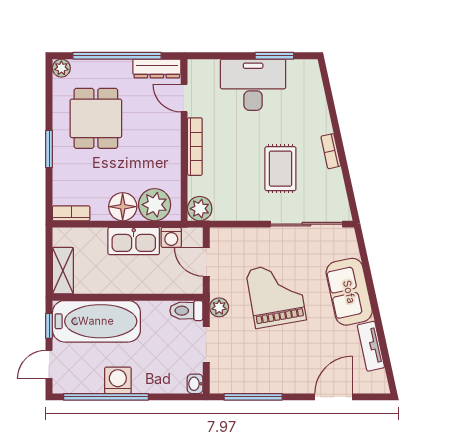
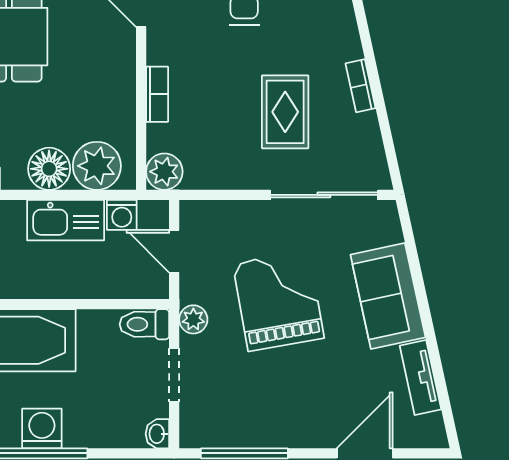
bookcase: (195, 147) -> (157, 94), width x0.64

